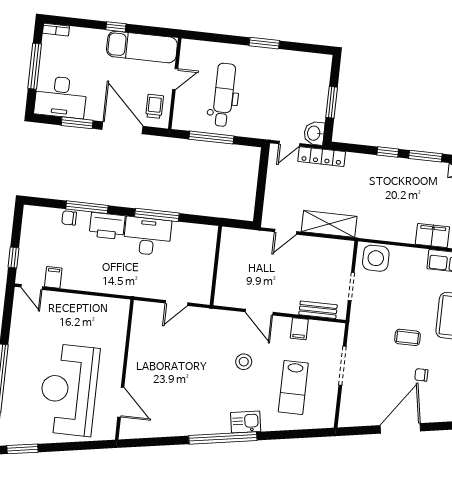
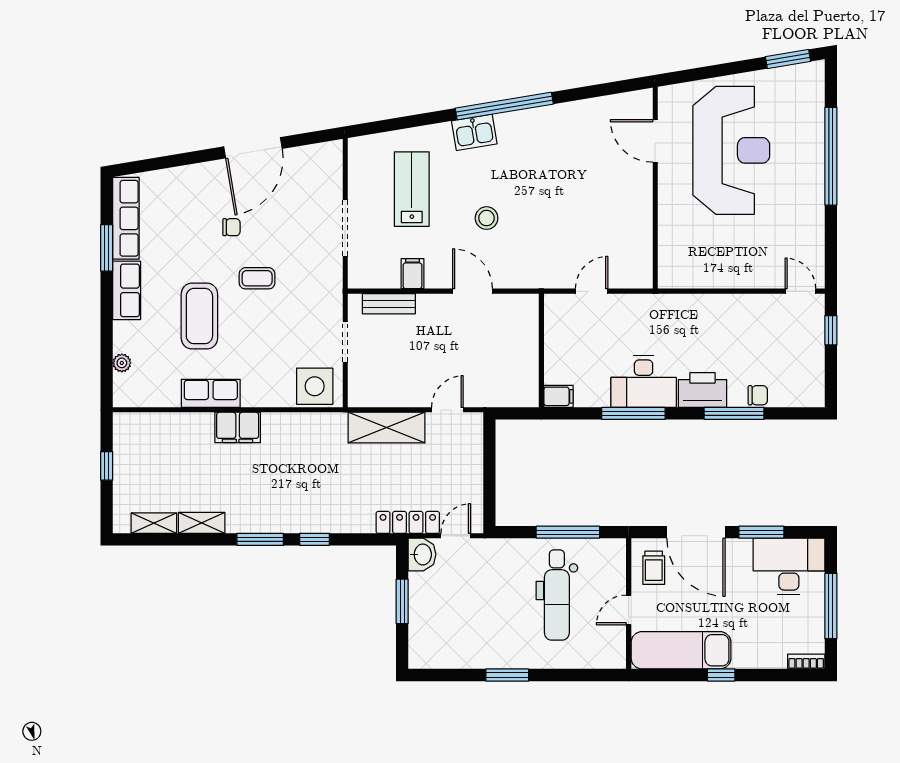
filing cabinet: (53, 277) -> (558, 396), moved, turned -90

